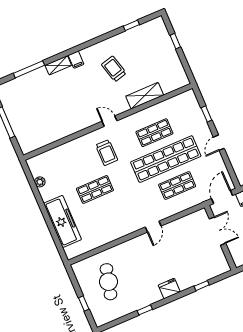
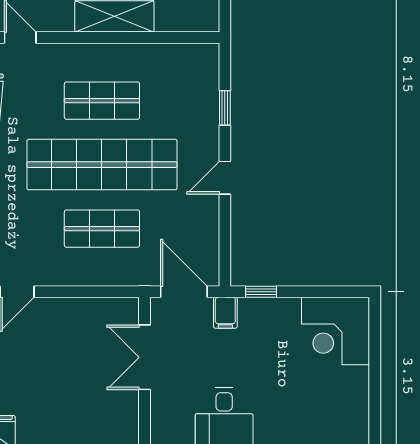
door: (222, 197) -> (184, 292), hinge flipped
double door: (217, 231) -> (145, 357), swing flipped

